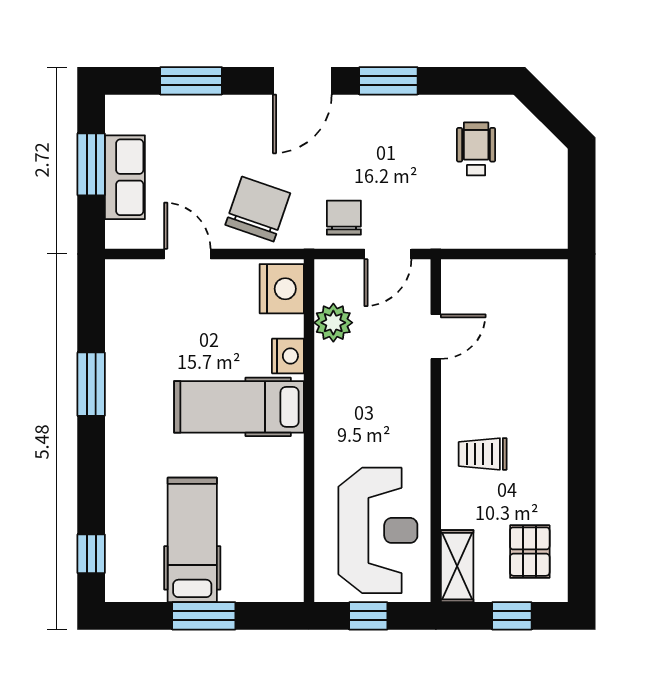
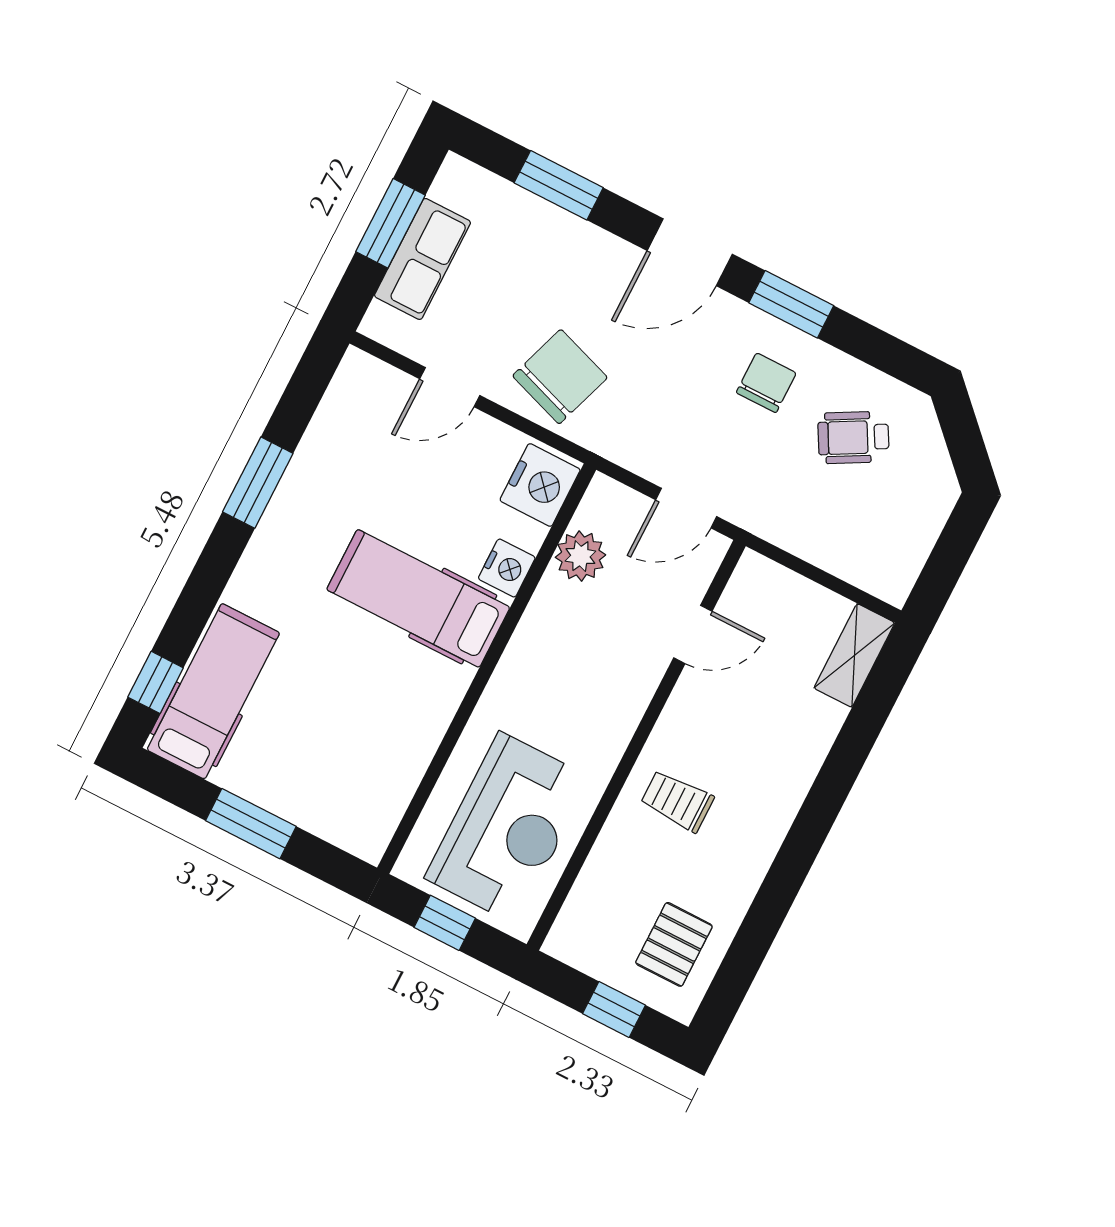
wheelchair: (476, 149) -> (853, 437), turned -119
chair: (344, 218) -> (766, 383), moved
door: (187, 254) -> (450, 387), swing flipped
hospital bed: (192, 540) -> (213, 691), moved
shelving: (457, 566) -> (854, 655), moved

